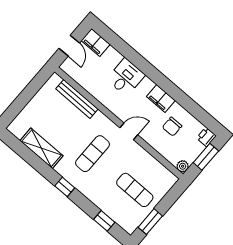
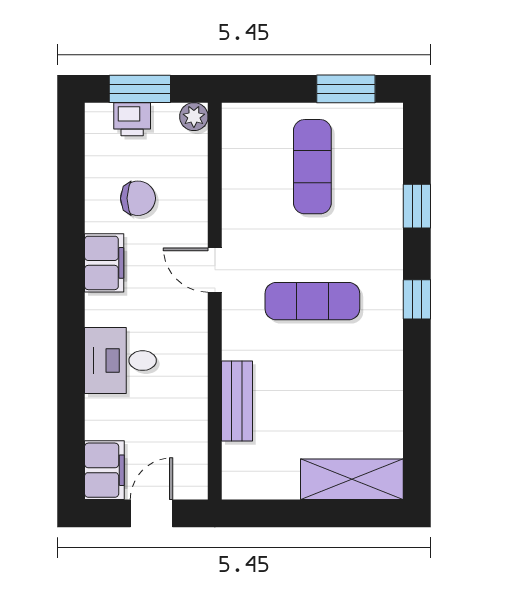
bench: (77, 99) -> (237, 401), width x0.73
printer: (206, 137) -> (132, 119), moved
shelving: (42, 148) -> (352, 479), moved, turned 90
window: (104, 221) -> (417, 206), moved

